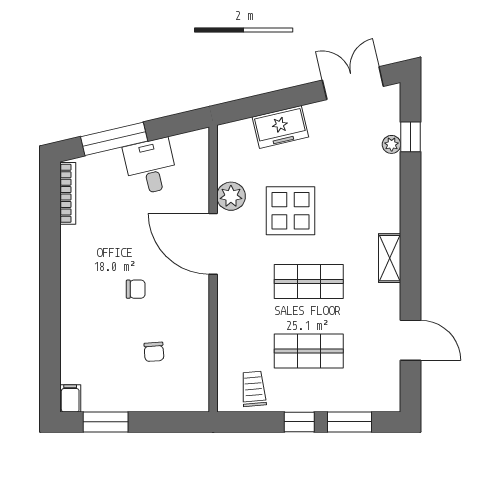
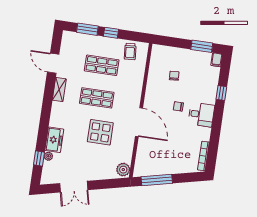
double door: (353, 83) -> (74, 187), moved
freezer: (280, 127) -> (54, 140), moved, turned 103
window: (114, 139) -> (157, 180), moved
desk: (151, 166) -> (201, 115), moved, turned -77
plant: (231, 196) -> (123, 170), moved
shelving: (390, 258) -> (59, 90), moved
window: (50, 331) -> (221, 93), added

